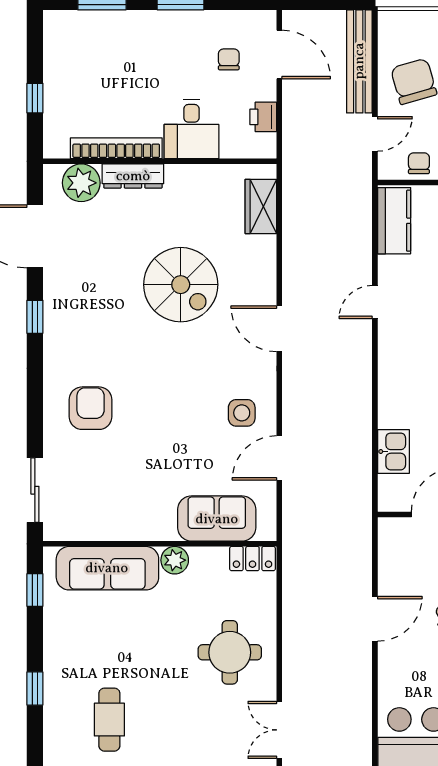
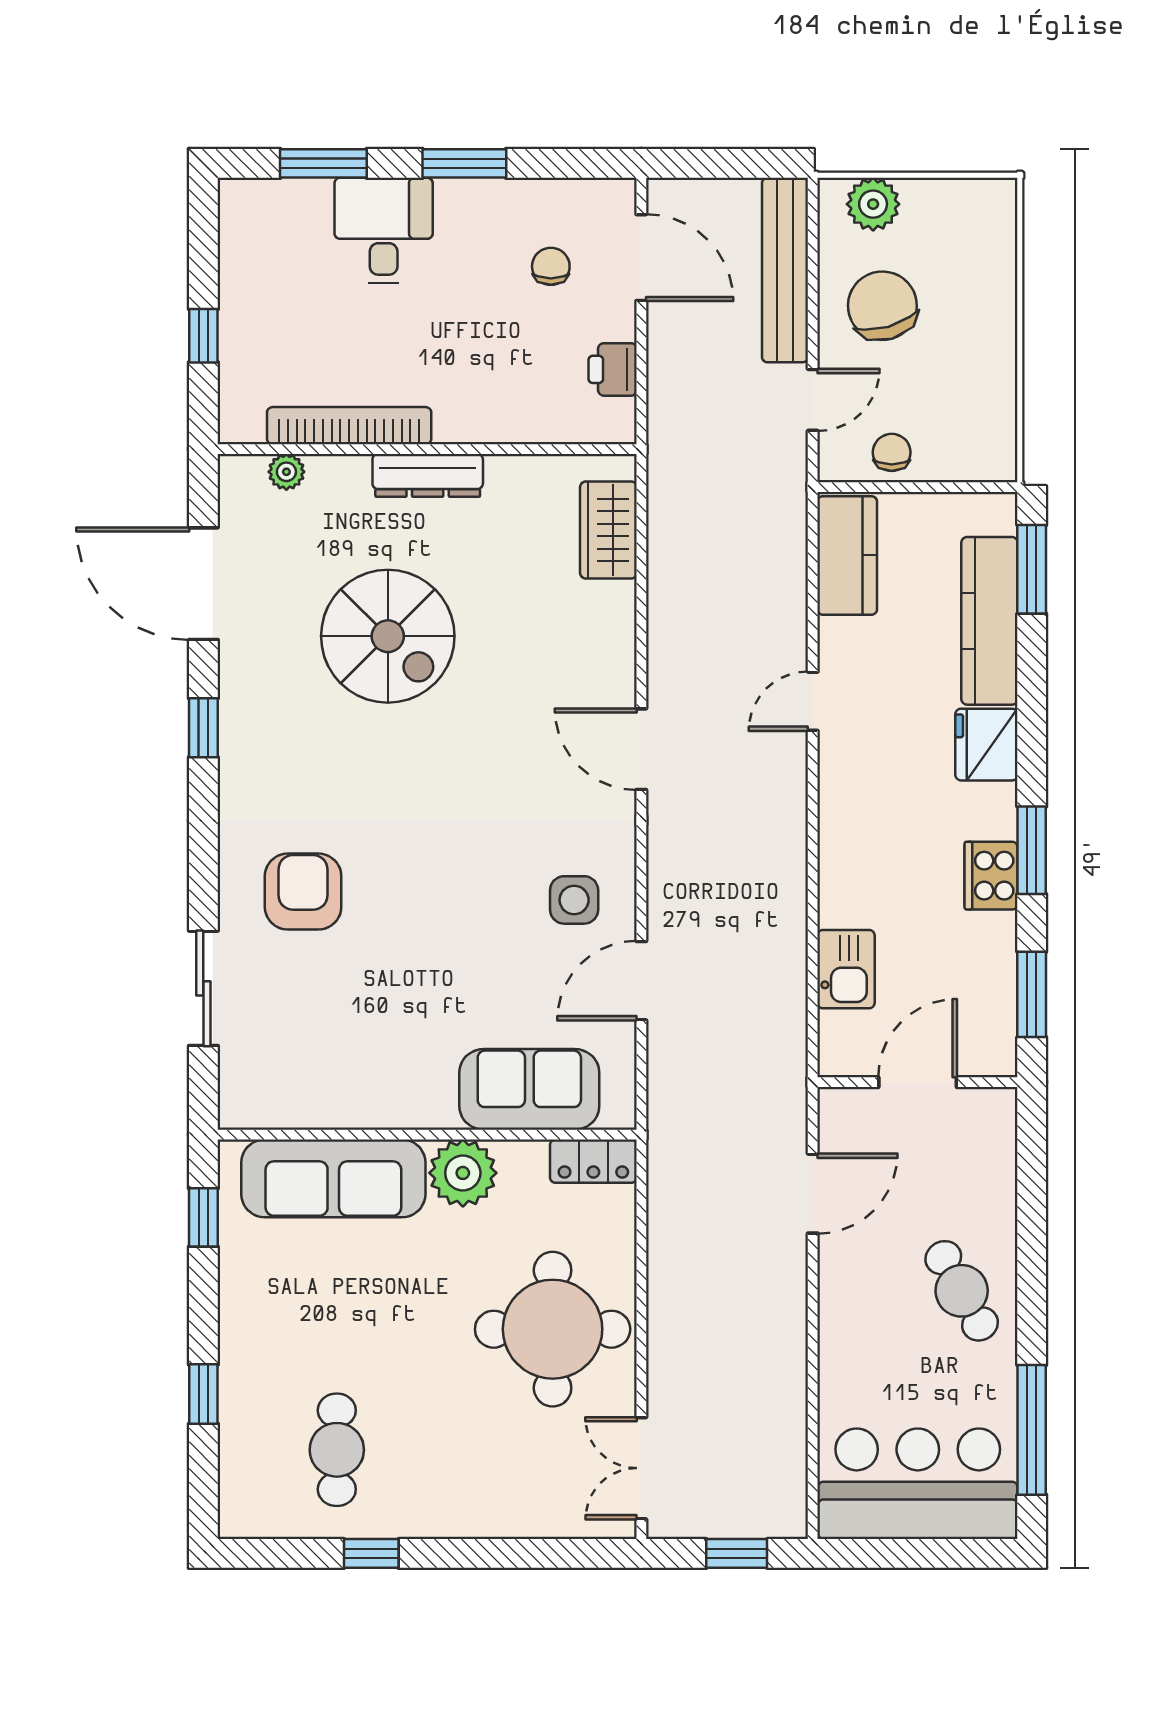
plant: (409, 25) -> (873, 204), added
desk: (191, 129) -> (384, 230), moved, turned 180
dresser: (133, 176) -> (428, 475), moved
plant: (81, 183) -> (286, 472), width x0.53, depth x0.53
spiral stairs: (181, 285) -> (388, 636), moved
sliding door: (35, 490) -> (203, 988), moved
plant: (175, 560) -> (463, 1173), width x1.36, depth x1.36
door: (375, 619) -> (813, 1194), moved
round table: (230, 652) -> (553, 1329), width x1.36, depth x1.36

